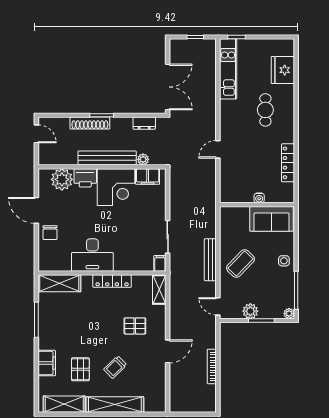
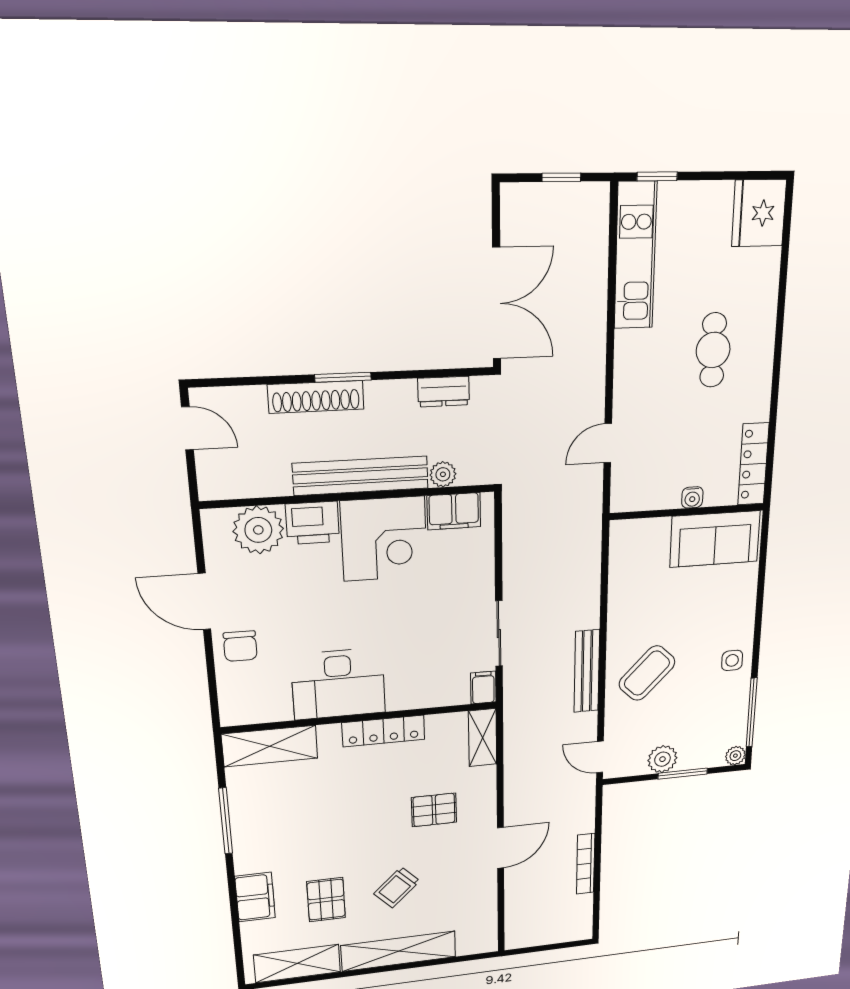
fridge: (283, 70) -> (759, 213), moved
water cooler: (259, 198) -> (692, 497), moved
wall: (257, 205) -> (687, 512), moved
sofa: (271, 219) -> (715, 539), moved

